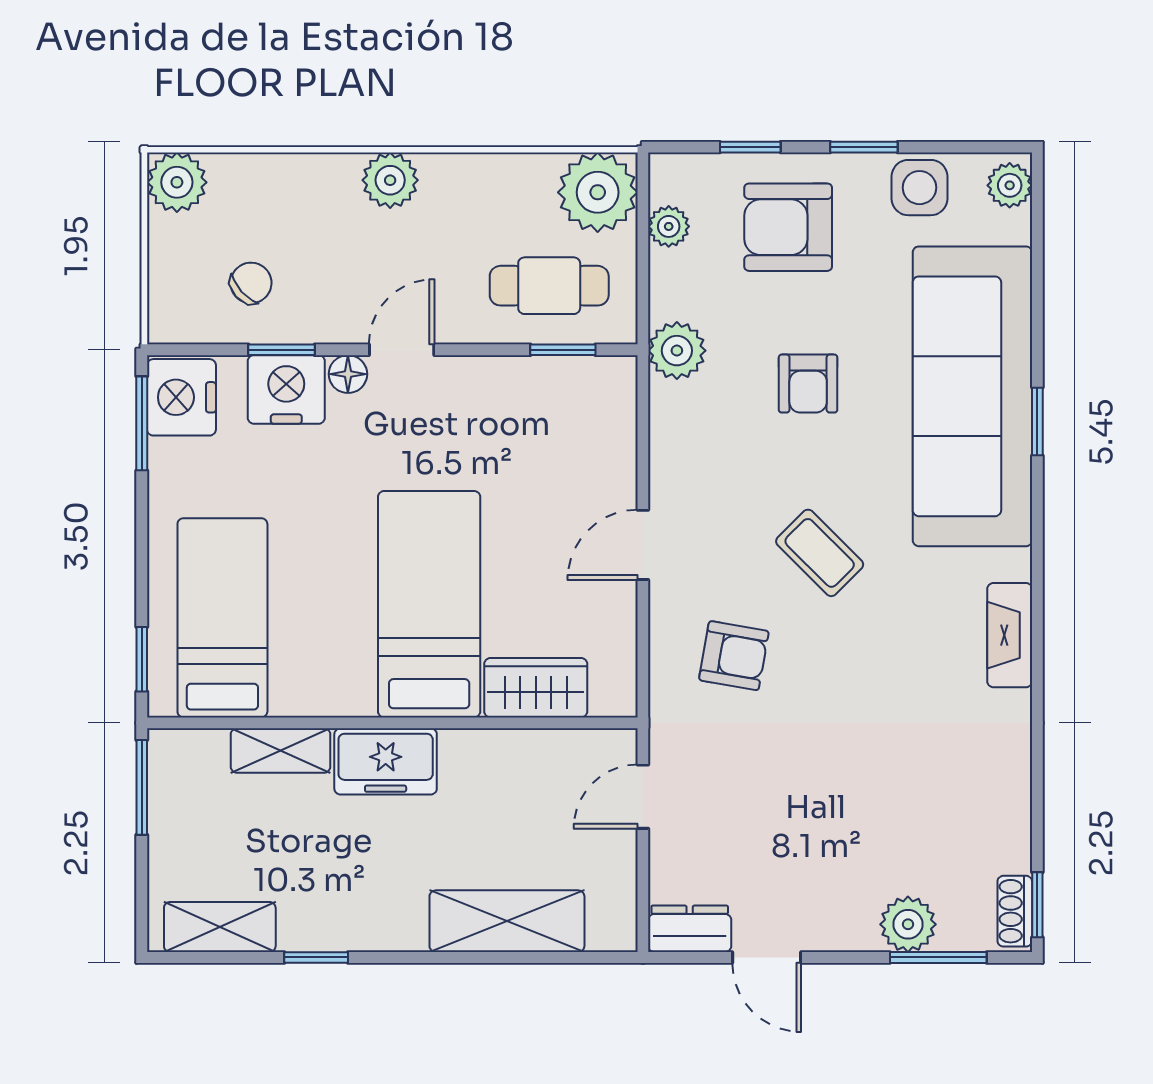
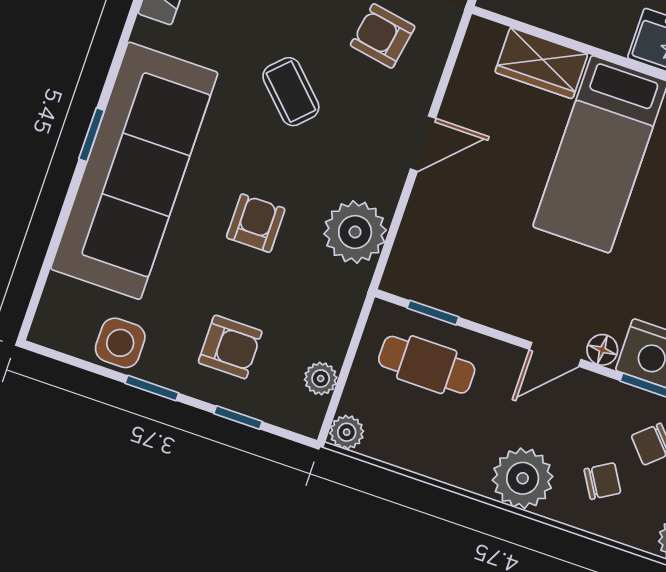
plant: (390, 180) -> (523, 478), width x1.36, depth x1.36
plant: (1010, 185) -> (51, 321), removed
plant: (598, 192) -> (347, 432), width x0.53, depth x0.53
chair: (295, 219) -> (603, 481), added
armchair: (788, 227) -> (230, 347), width x0.72, depth x0.72
plant: (677, 351) -> (355, 232), moved, width x1.36, depth x1.36

